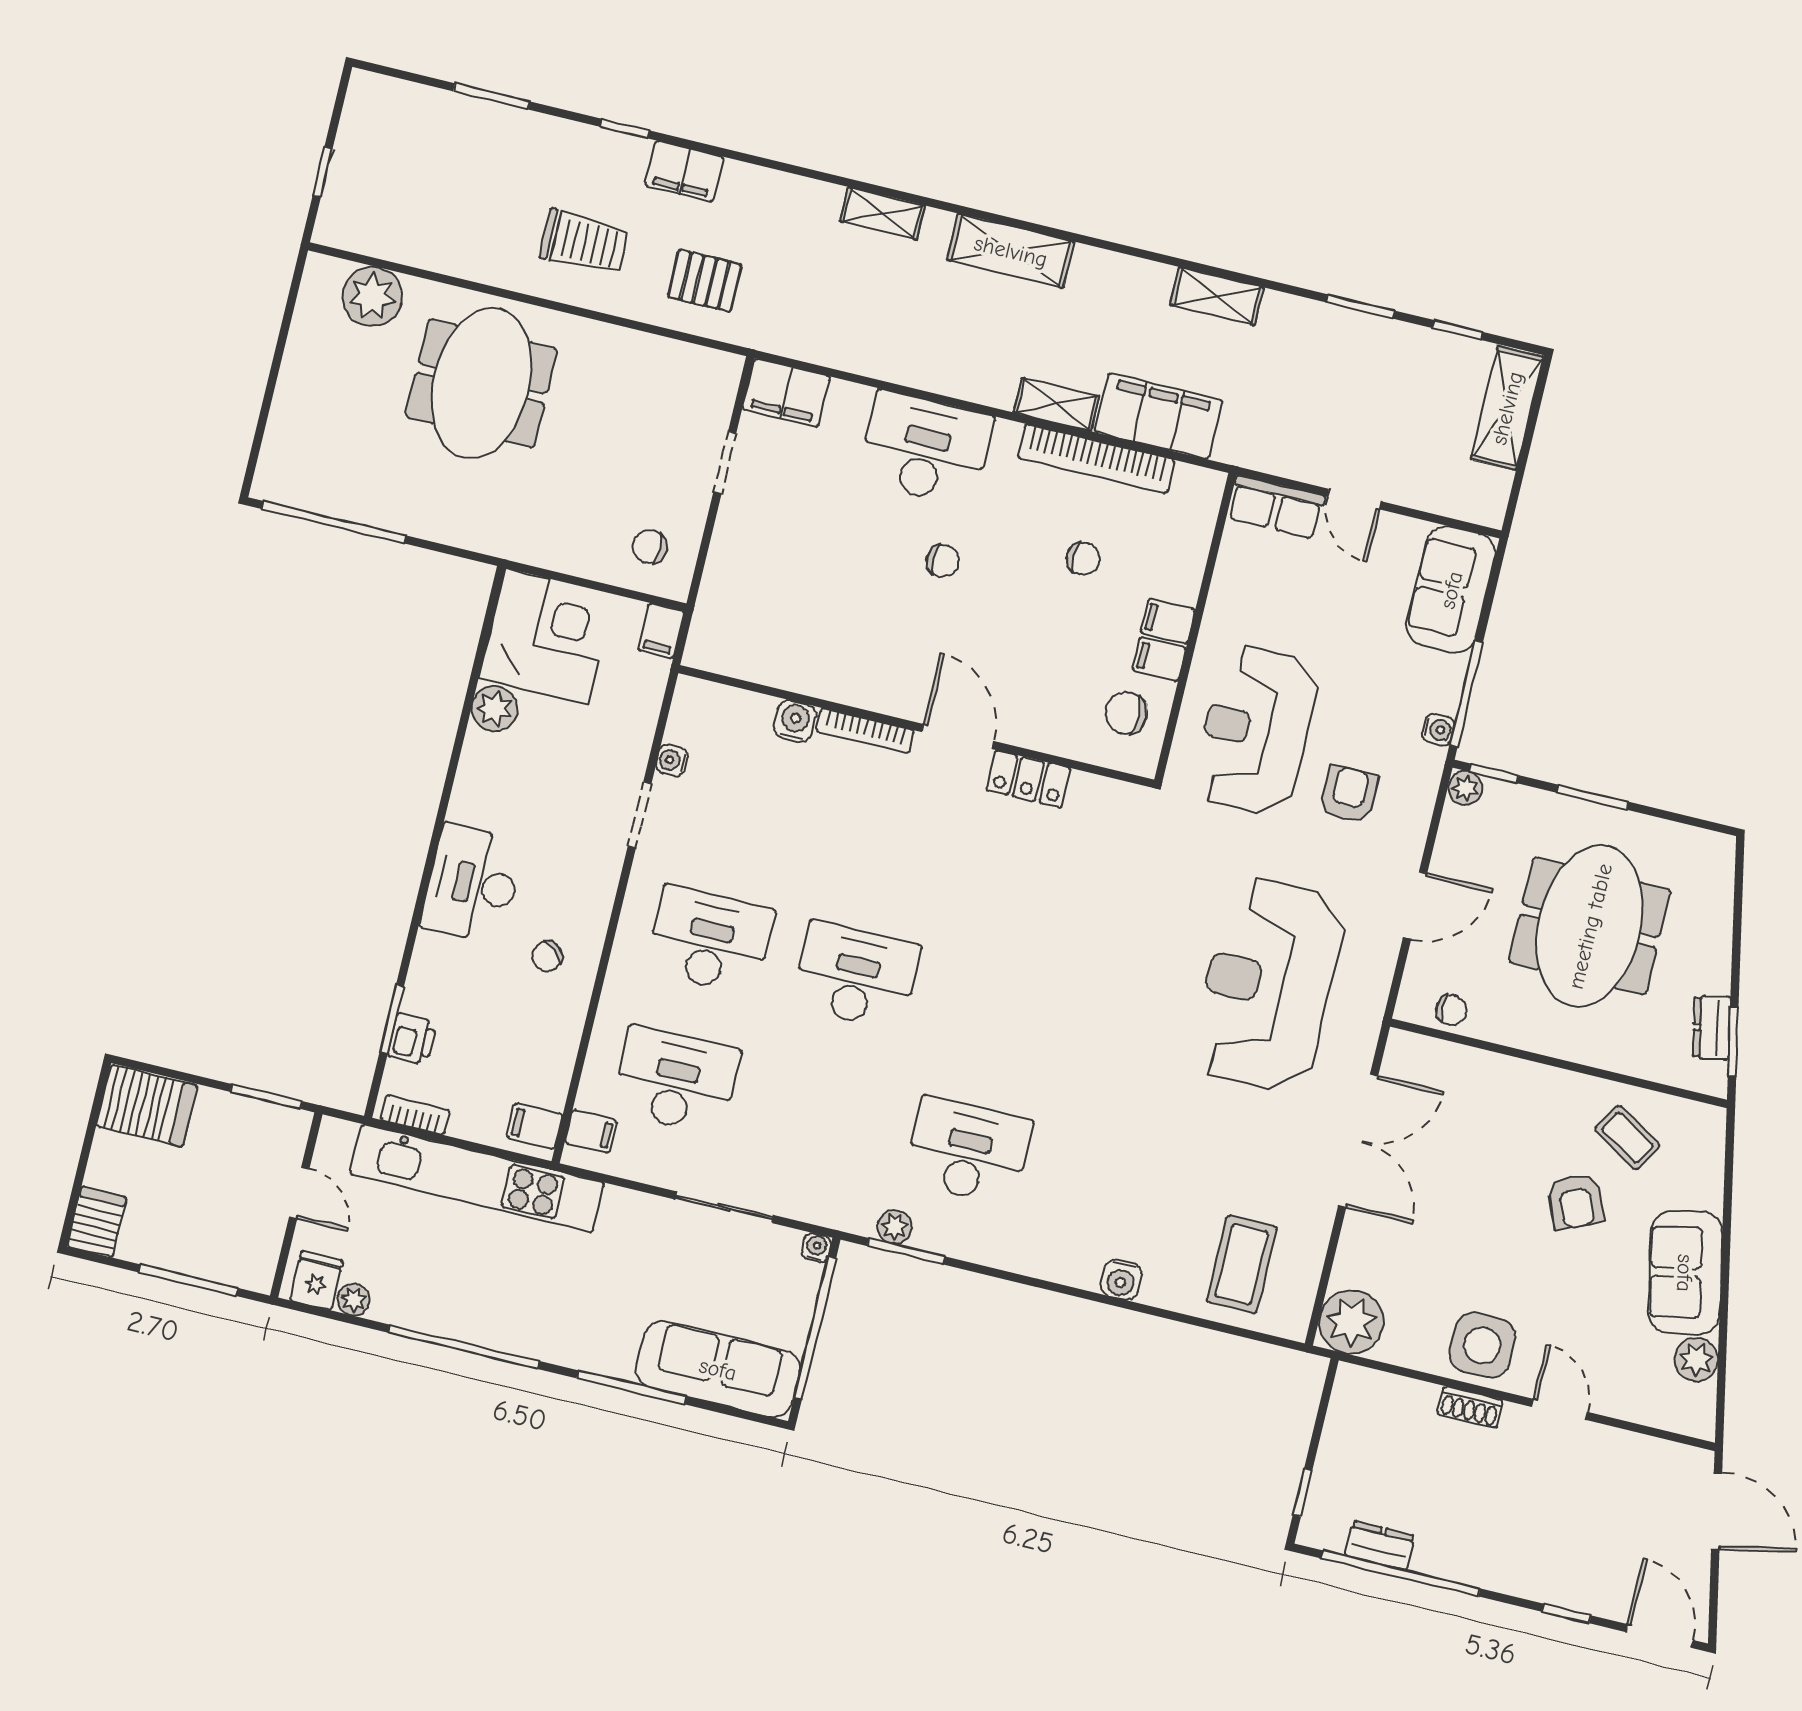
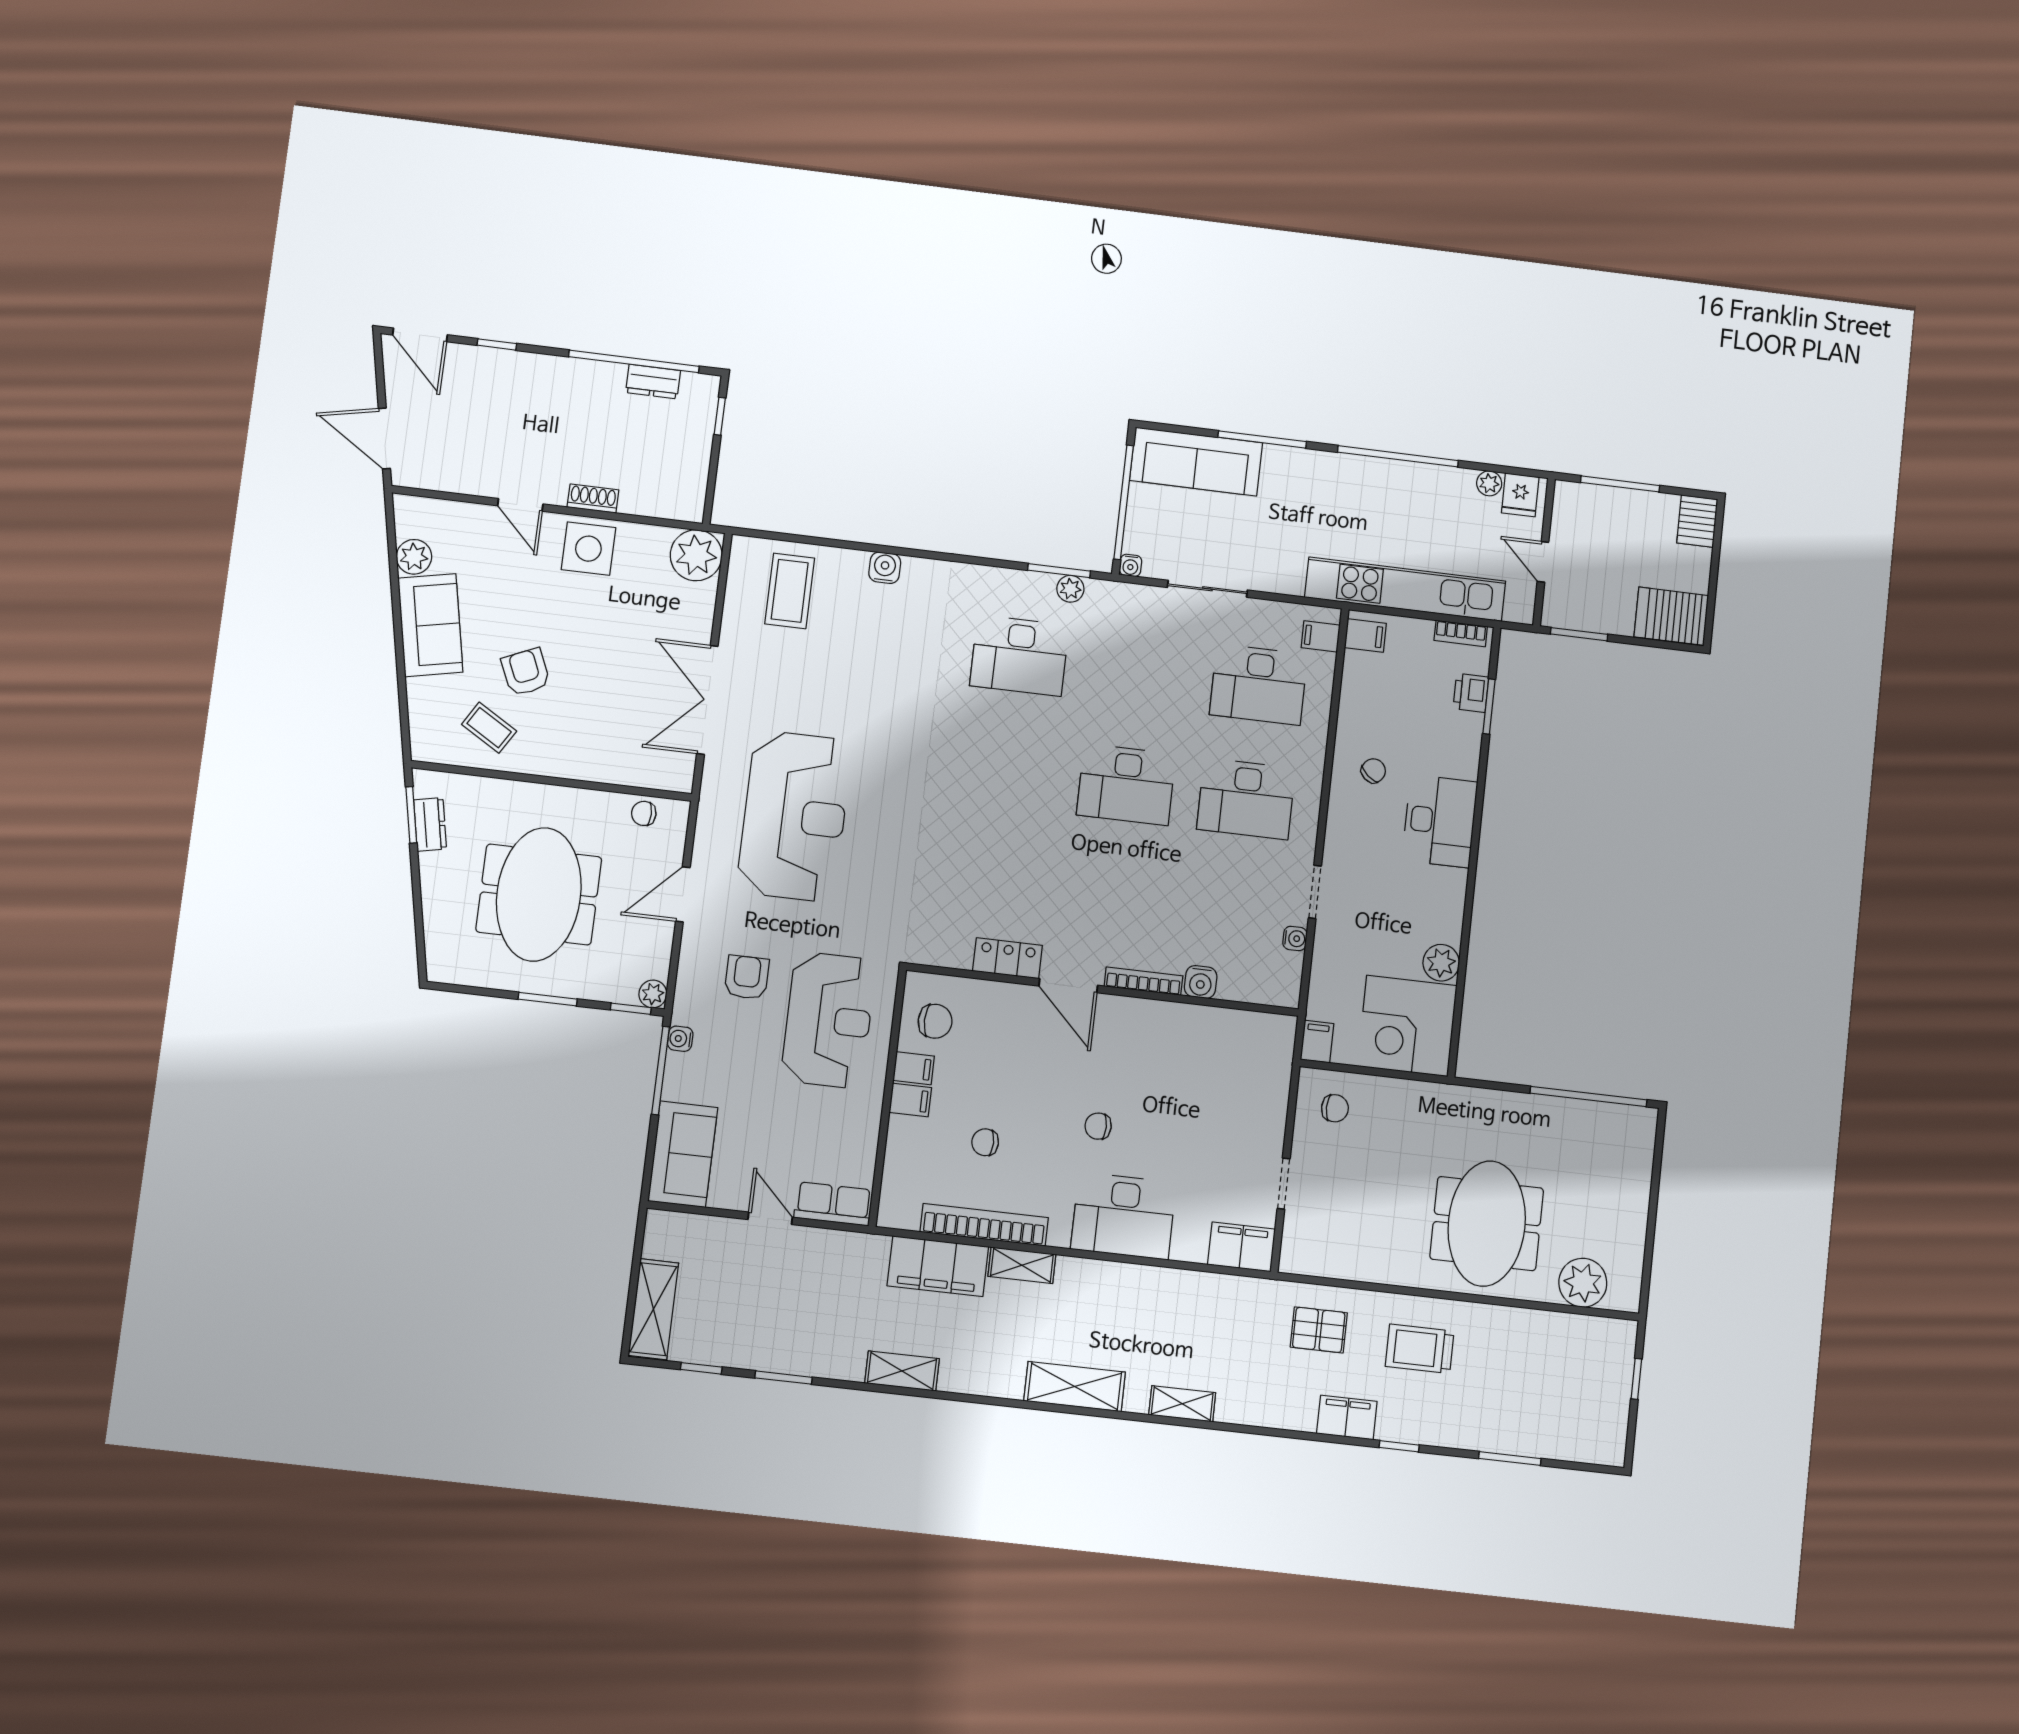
armchair: (1349, 794) -> (747, 977), turned 180

